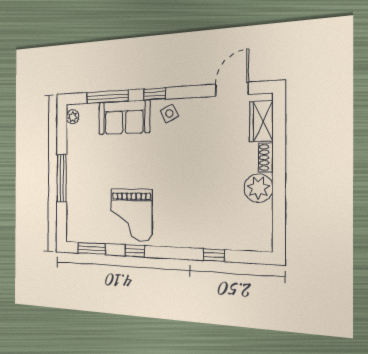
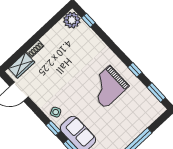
plant: (258, 188) -> (72, 20), moved
grand piano: (131, 215) -> (108, 87), moved, turned 180
window: (214, 255) -> (88, 20), moved

